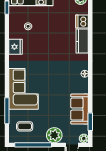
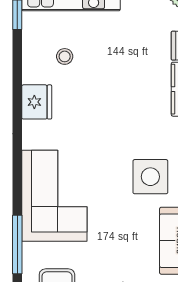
side table: (67, 80) -> (150, 177), added

